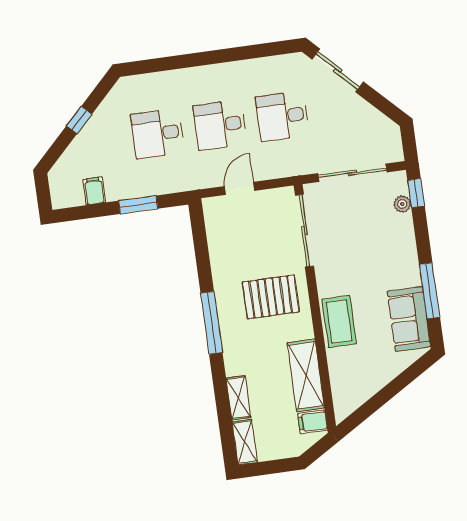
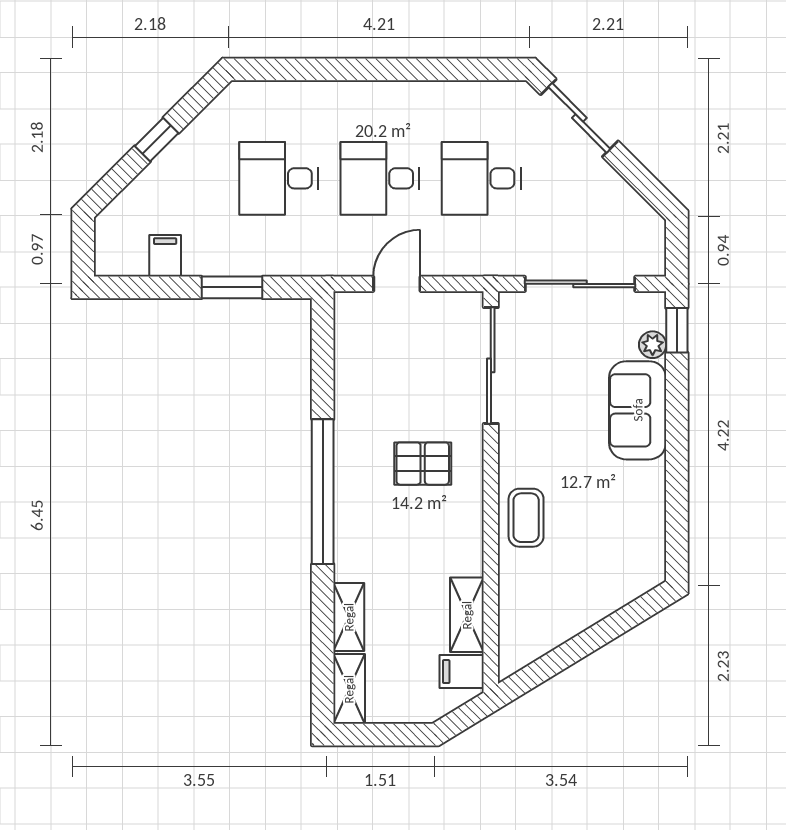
window: (430, 291) -> (677, 489), removed
pallet: (271, 297) -> (423, 464), width x0.67, depth x0.71
sofa: (409, 319) -> (638, 410), moved
coffee table: (339, 321) -> (526, 518), width x0.73, depth x0.77
window: (212, 323) -> (323, 492), width x1.46
shelving: (306, 375) -> (467, 615), width x0.67, depth x0.75

